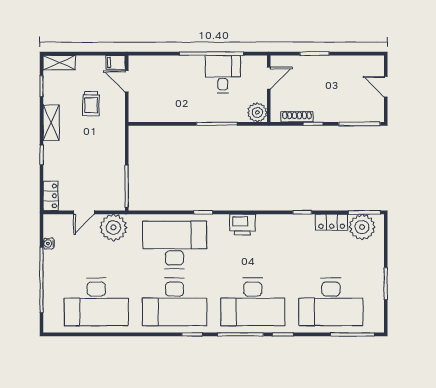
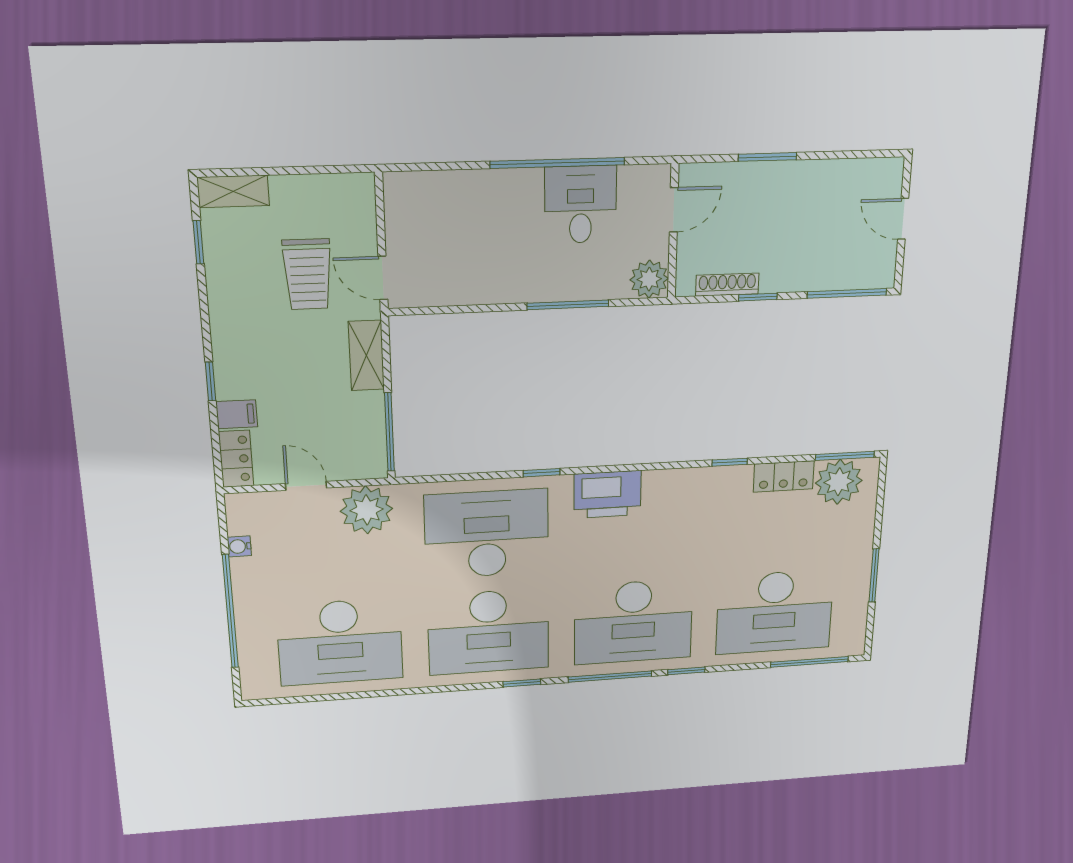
filing cabinet: (115, 62) -> (237, 414), moved, turned 180
door: (127, 81) -> (383, 278), moved
trolley: (91, 103) -> (308, 274), width x1.36, depth x1.39
shelving: (51, 123) -> (366, 355), moved
door: (84, 212) -> (306, 486), swing flipped
printer: (242, 225) -> (607, 494), width x1.37, depth x1.19

